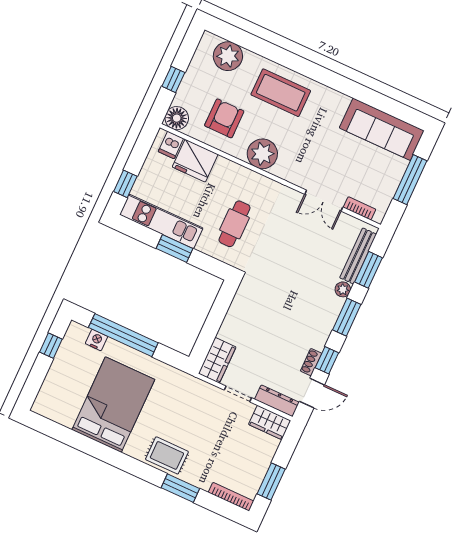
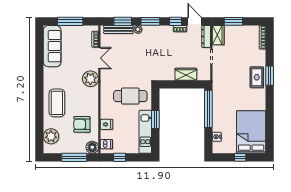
window: (173, 79) -> (74, 157), width x2.17
plant: (262, 154) -> (90, 79), moved
fridge: (195, 161) -> (106, 124), width x0.53, depth x0.75
window: (125, 184) -> (119, 157), moved
cafe table: (235, 224) -> (130, 96), width x1.37, depth x1.35
window: (123, 335) -> (208, 109), moved
window: (51, 346) -> (240, 157), moved
wardrobe: (217, 360) -> (186, 74), moved
bed: (113, 405) -> (251, 132), moved, turned 90
window: (271, 481) -> (233, 21), moved
window: (180, 488) -> (270, 76), moved

